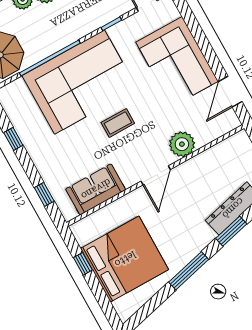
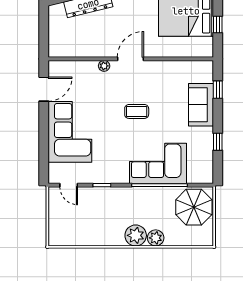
corner sofa: (80, 82) -> (158, 163), width x0.73, depth x0.74
plant: (182, 144) -> (104, 66), width x0.53, depth x0.53
sofa: (96, 189) -> (201, 105), moved, turned 90

